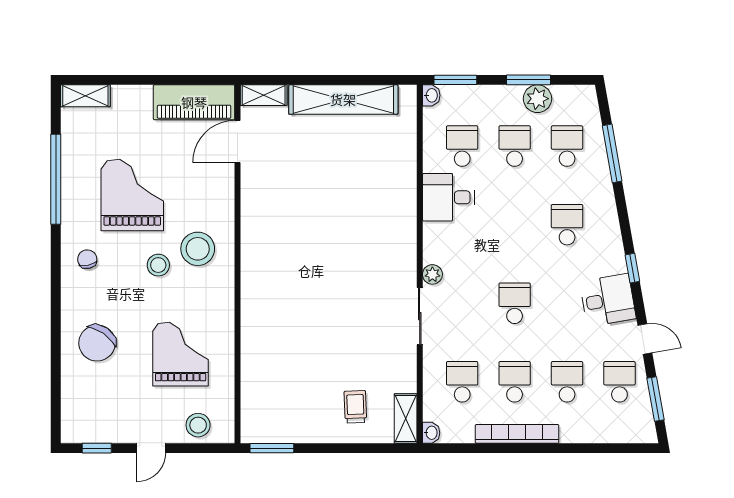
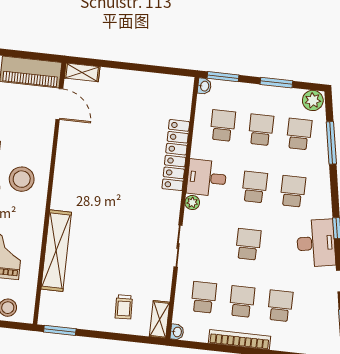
shelving: (343, 99) -> (56, 251), moved, turned 90
plant: (537, 99) -> (313, 100), moved
door: (237, 141) -> (59, 104), swing flipped
locker: (403, 193) -> (176, 155), added
desk: (448, 197) -> (207, 178), moved
plant: (432, 274) -> (192, 203), moved
desk: (608, 300) -> (316, 243), width x1.37
school desk: (619, 382) -> (255, 187), moved
trolley: (355, 407) -> (124, 307), turned 180

